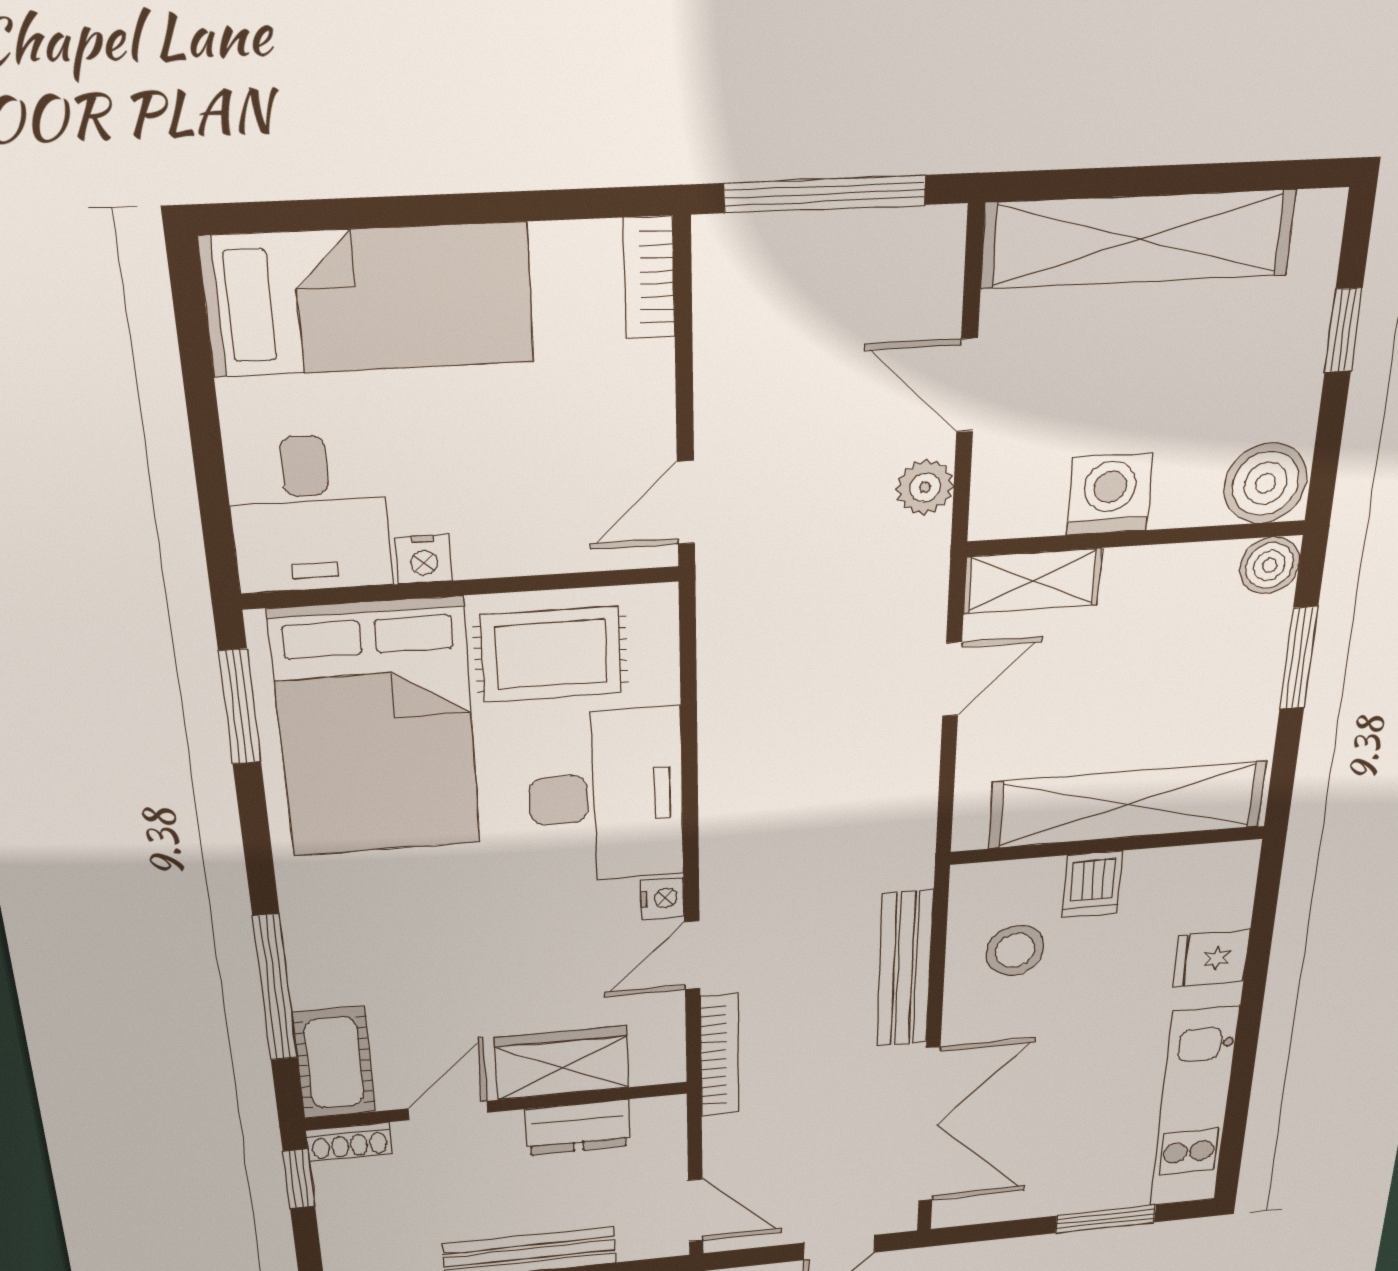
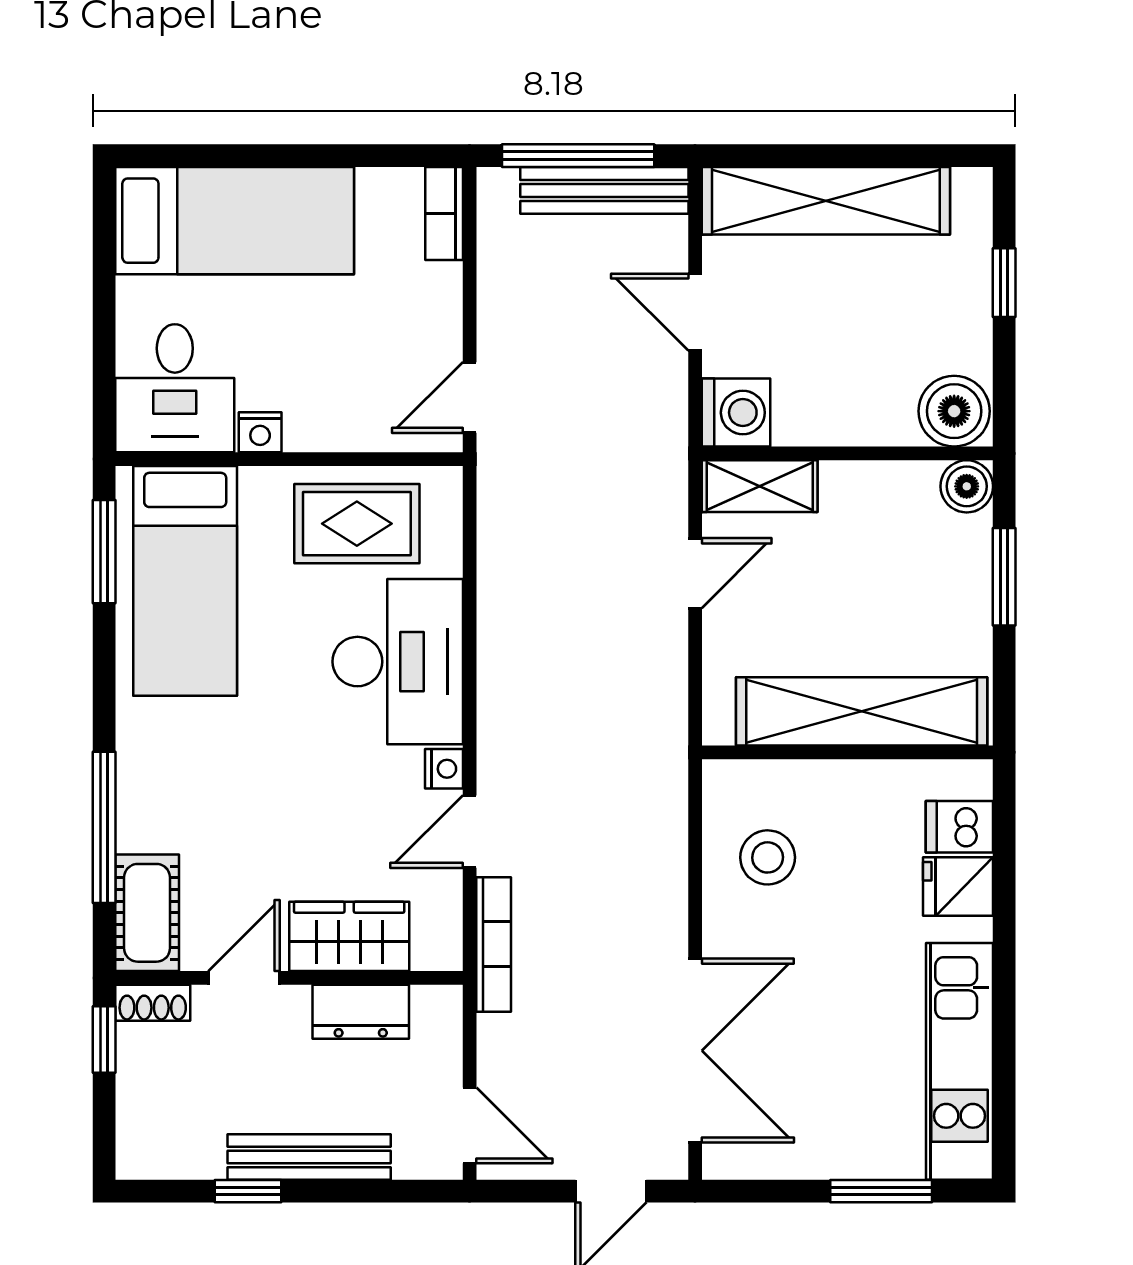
plant: (925, 487) -> (664, 397), removed
washing machine: (1110, 494) -> (736, 413), moved, turned 90
bed: (377, 729) -> (185, 581), width x0.67
dishwasher: (1093, 884) -> (959, 827), moved, turned 90
bench: (905, 969) -> (604, 190), moved, turned 90

